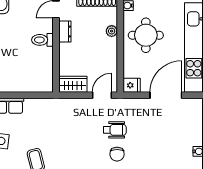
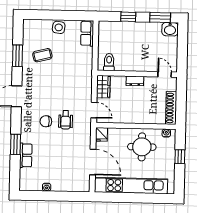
dresser: (65, 31) -> (135, 81), moved
plant: (112, 31) -> (146, 119), removed
toilet: (42, 40) -> (109, 62), moved

